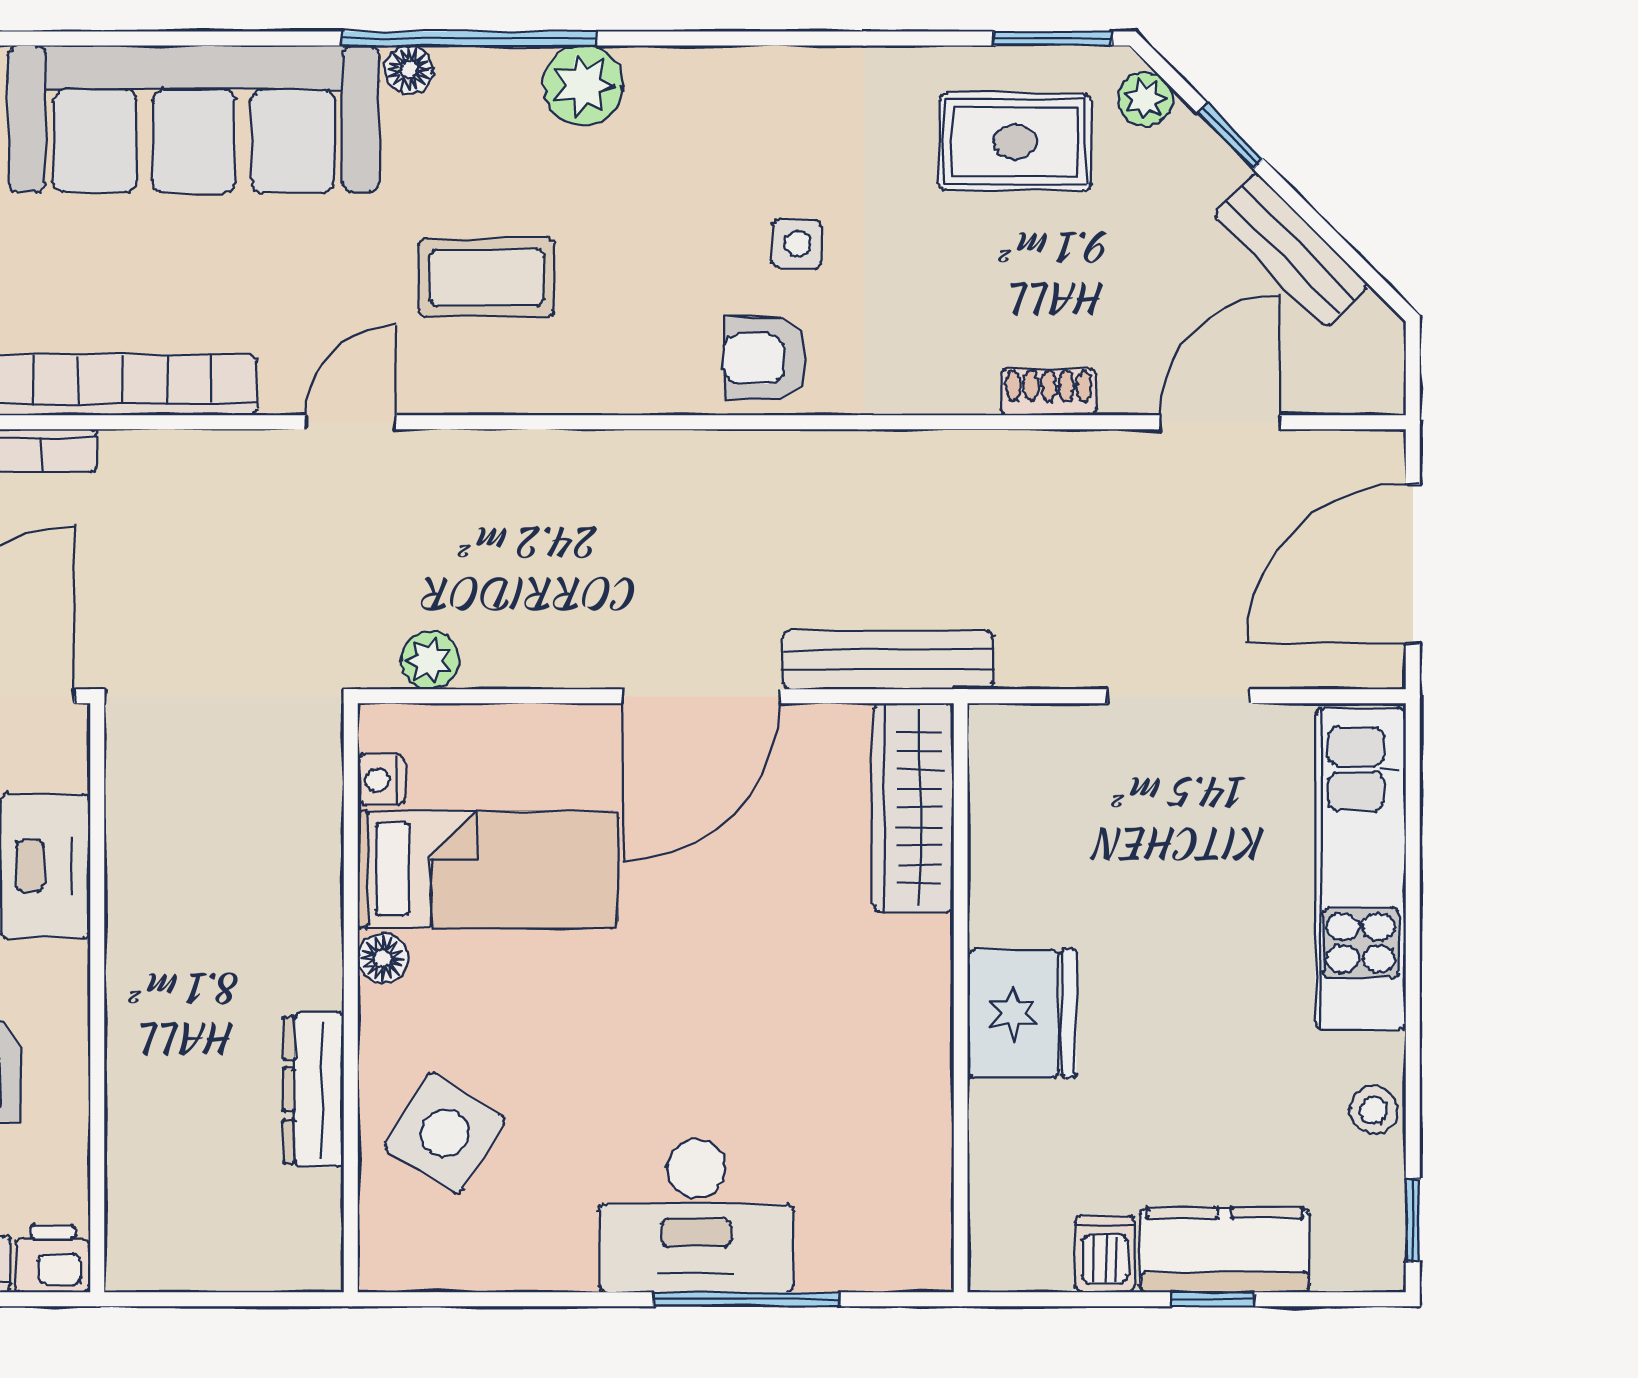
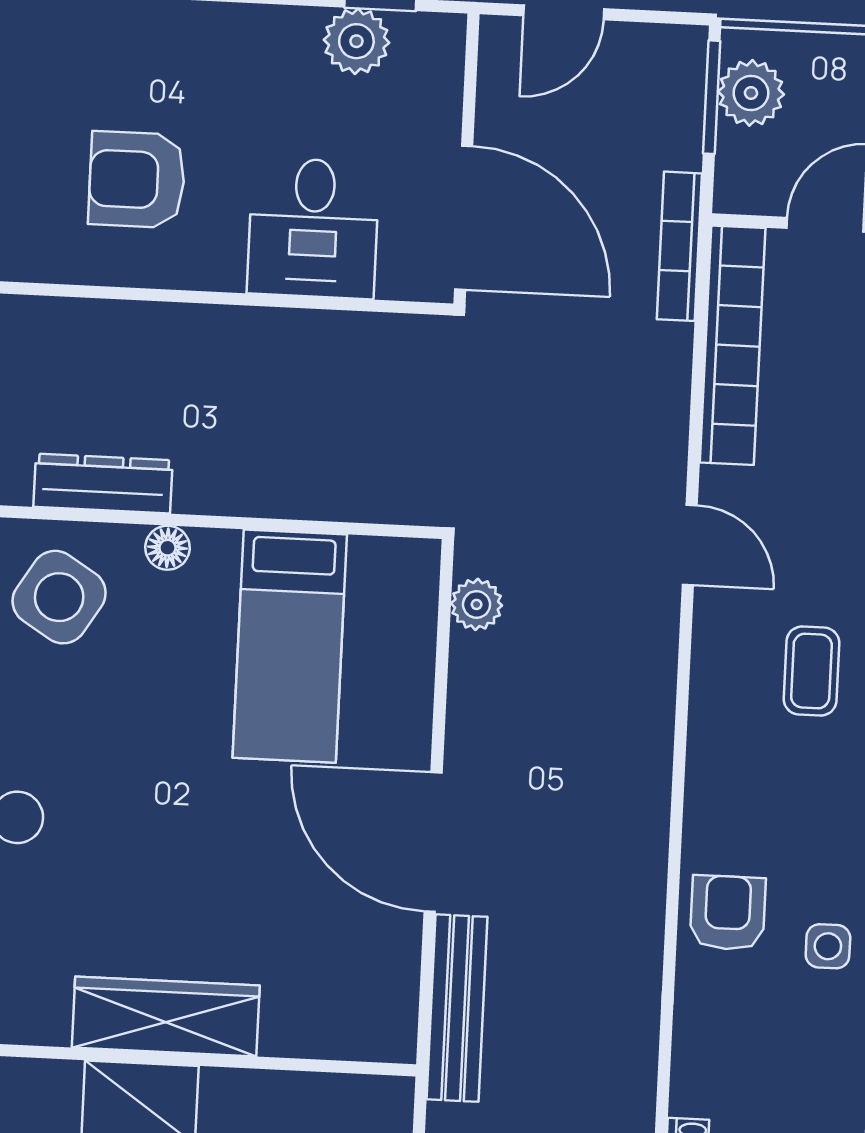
coffee table: (487, 277) -> (811, 671), width x0.73, depth x0.77
nightstand: (381, 780) -> (373, 556), removed
wardrobe: (913, 808) -> (166, 1016), moved
floor lamp: (383, 958) -> (167, 548), moved

